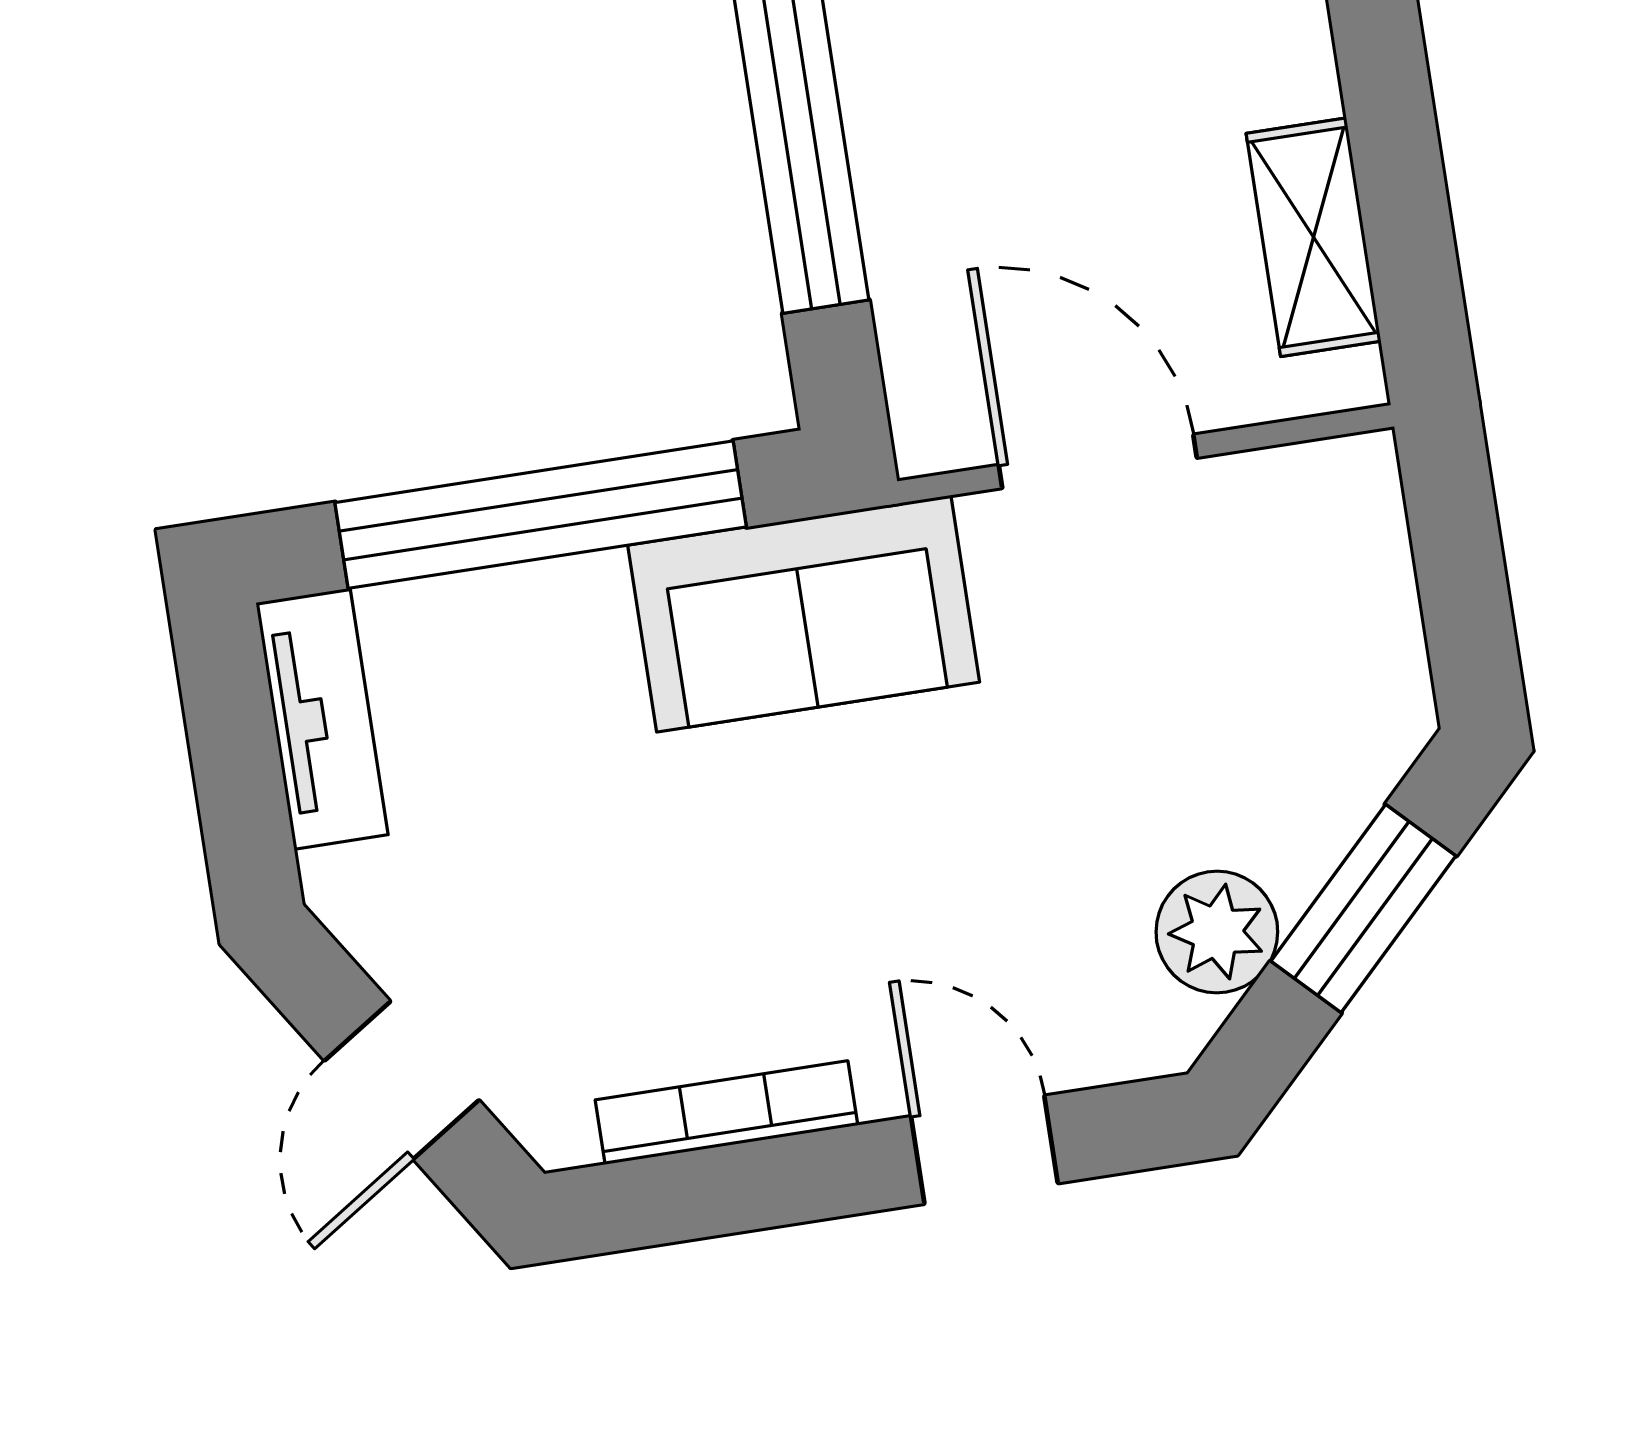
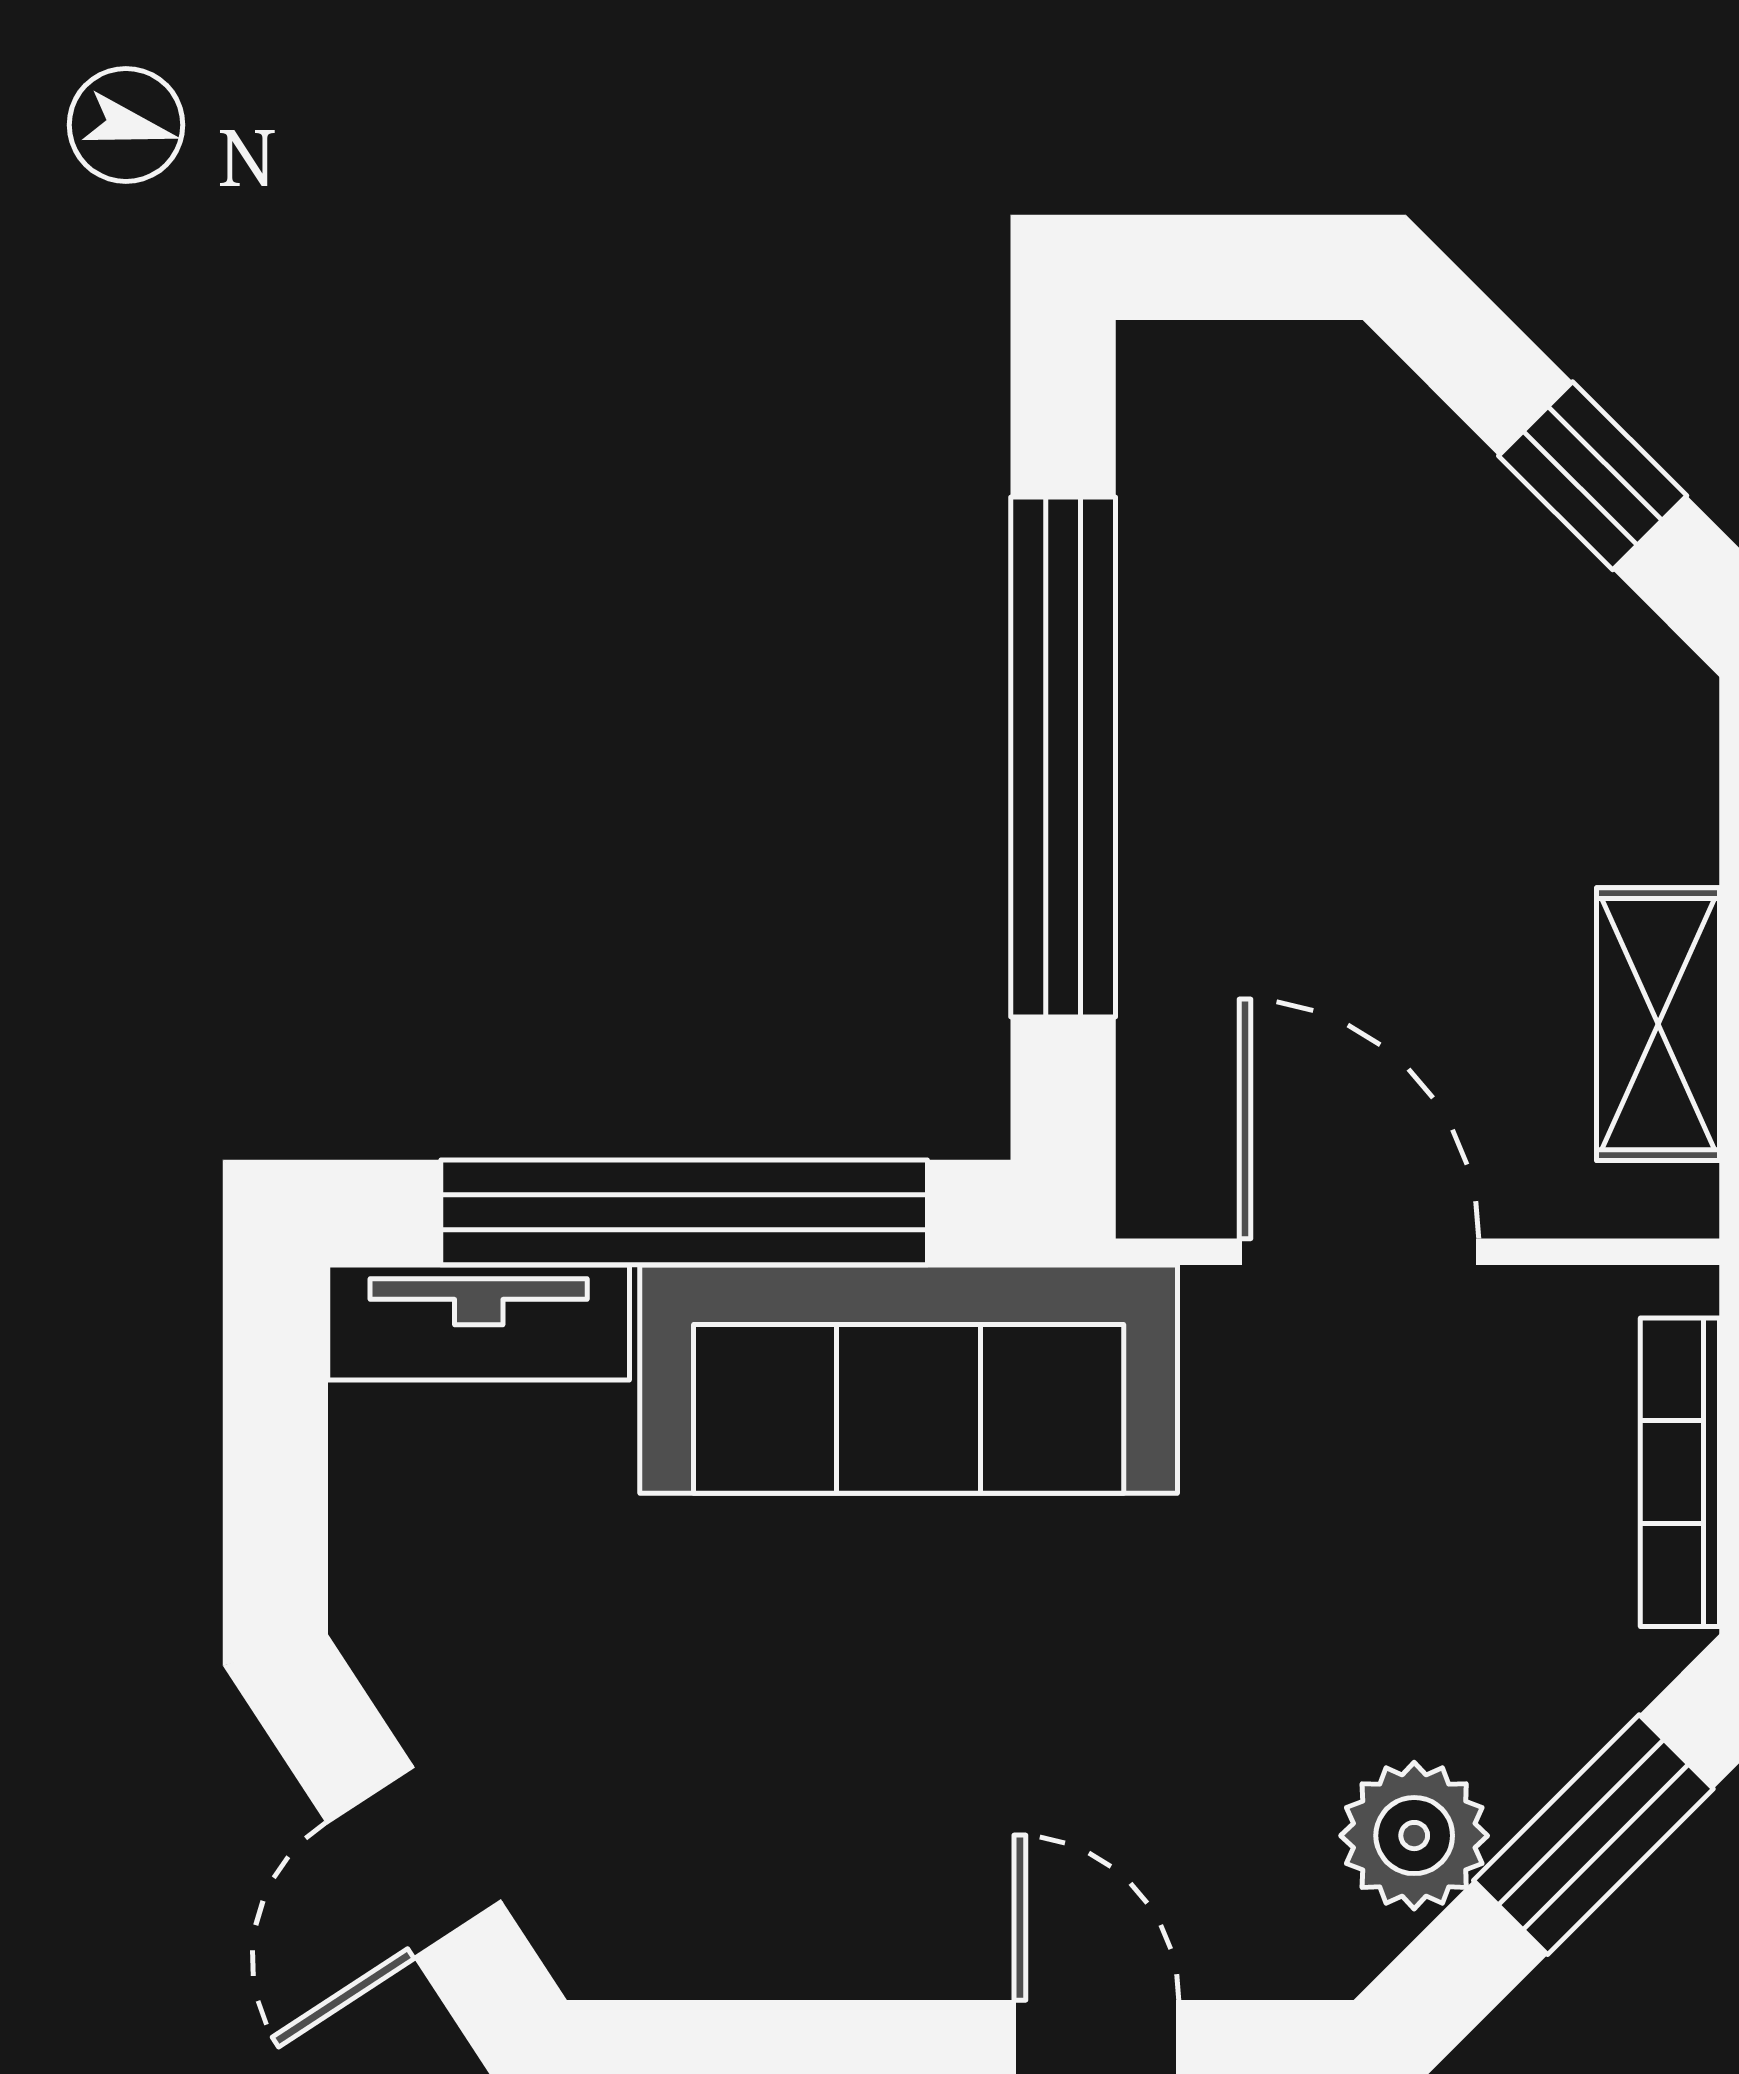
sofa: (804, 614) -> (909, 1379), width x1.36
tv unit: (322, 719) -> (479, 1322), moved, turned 90
bookcase: (726, 1113) -> (1680, 1472), moved, turned -90

